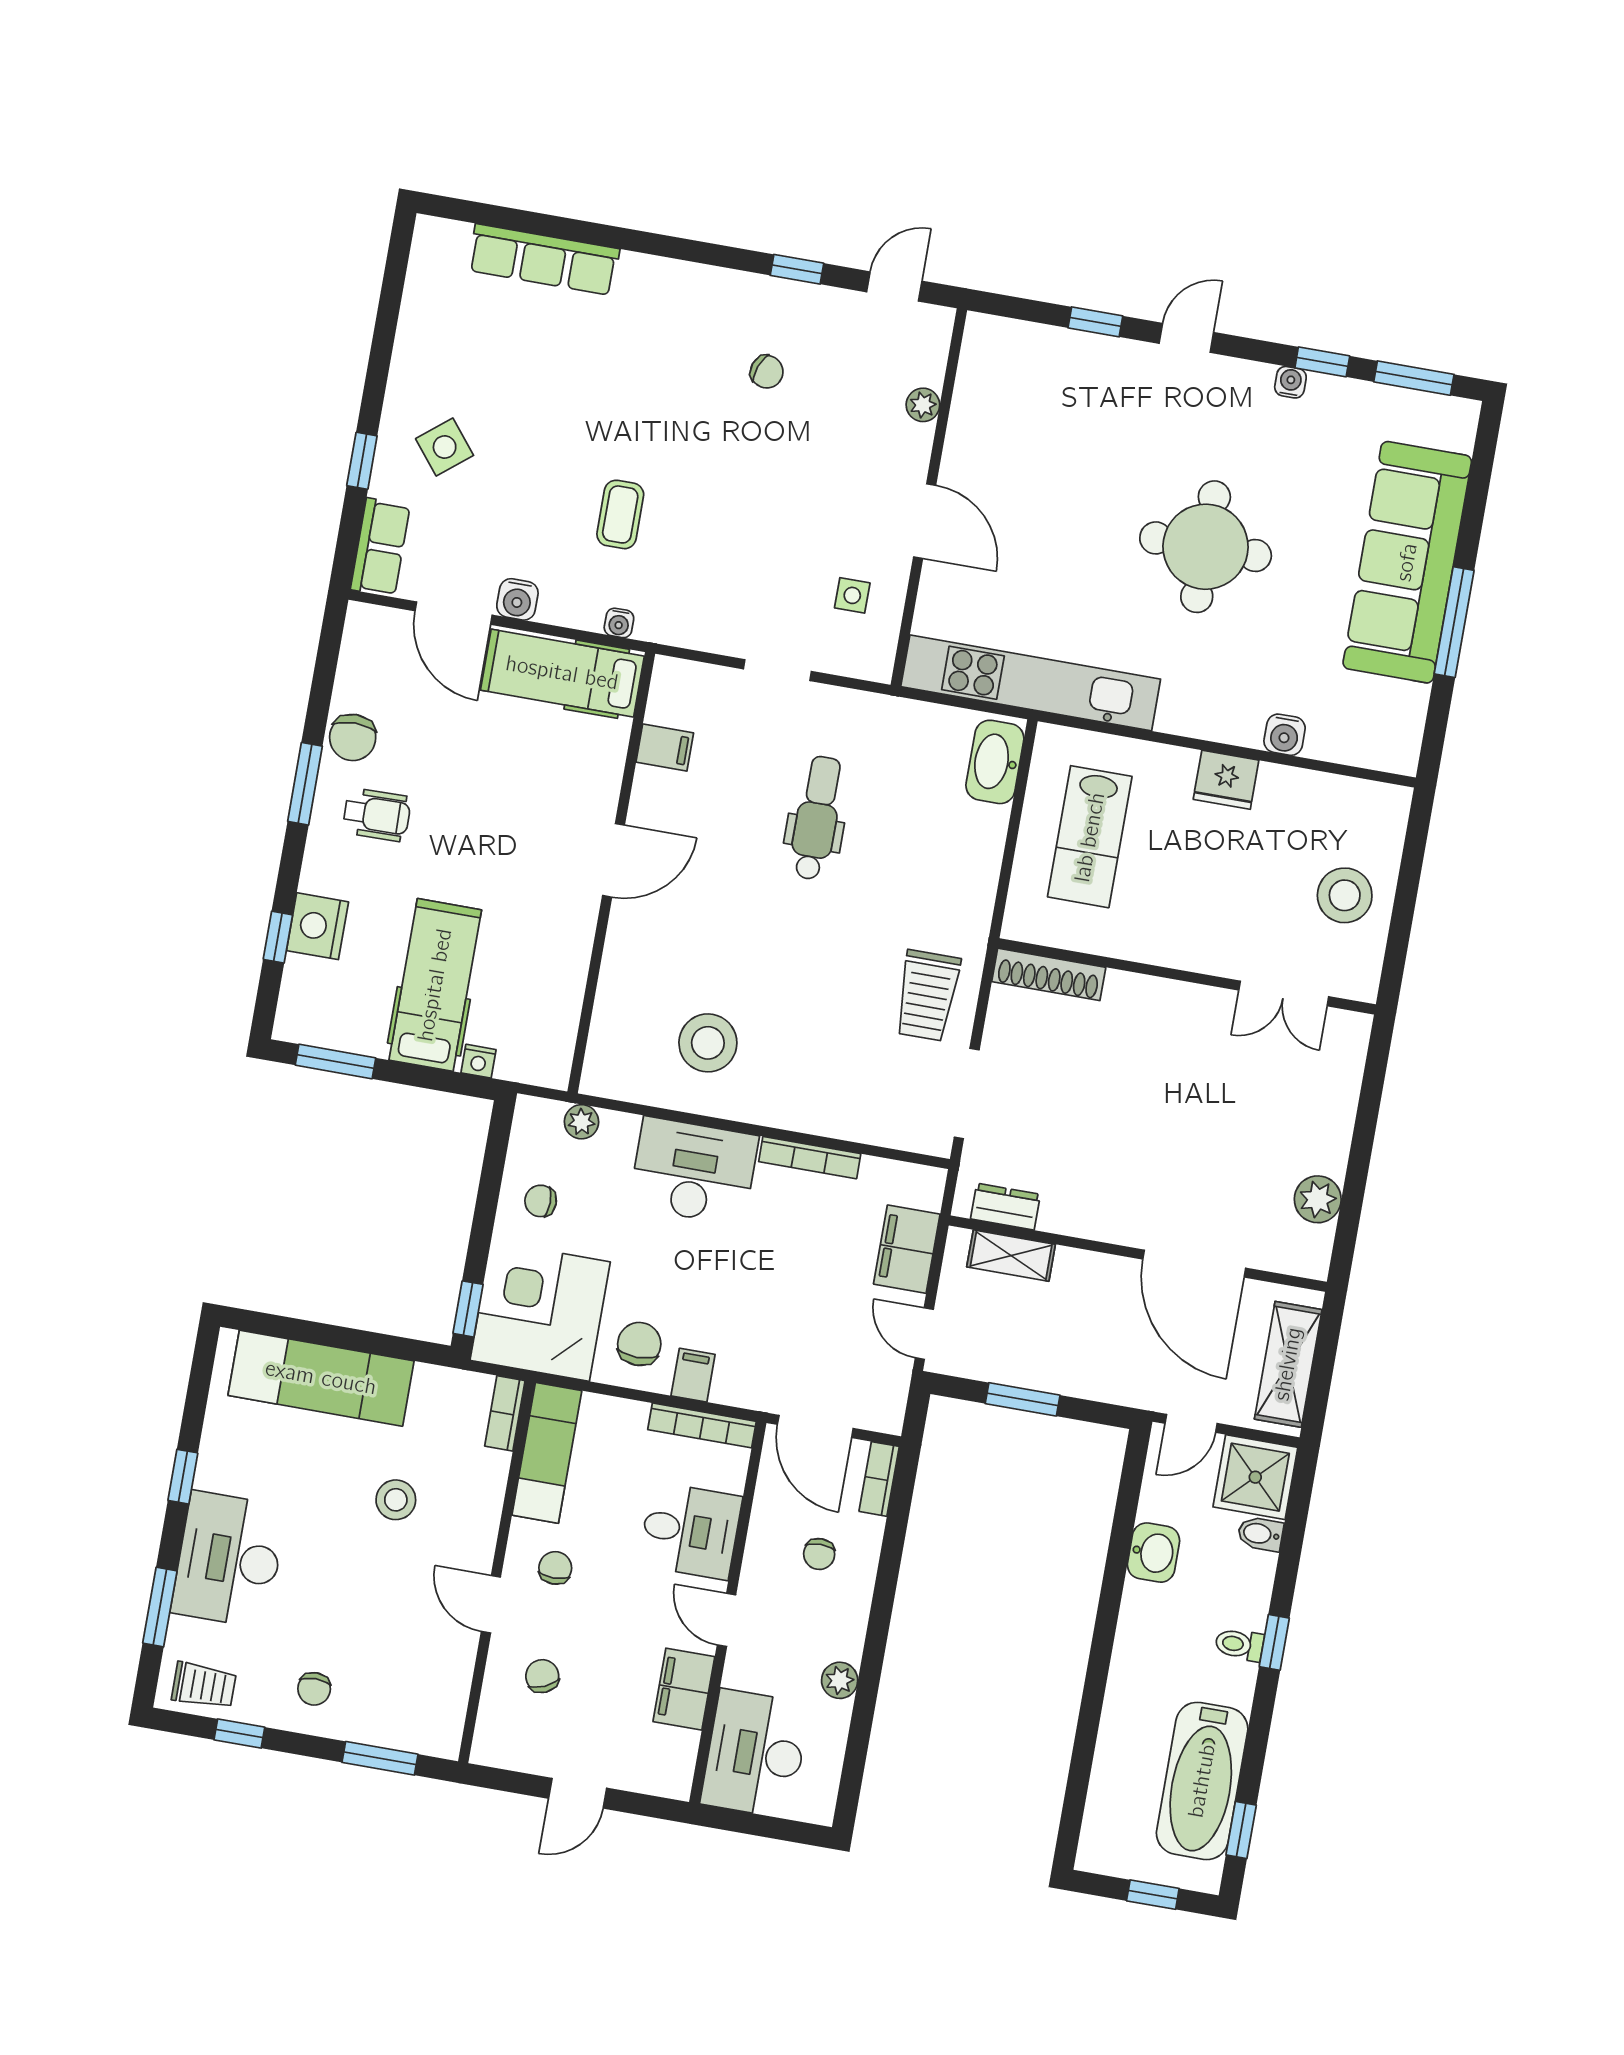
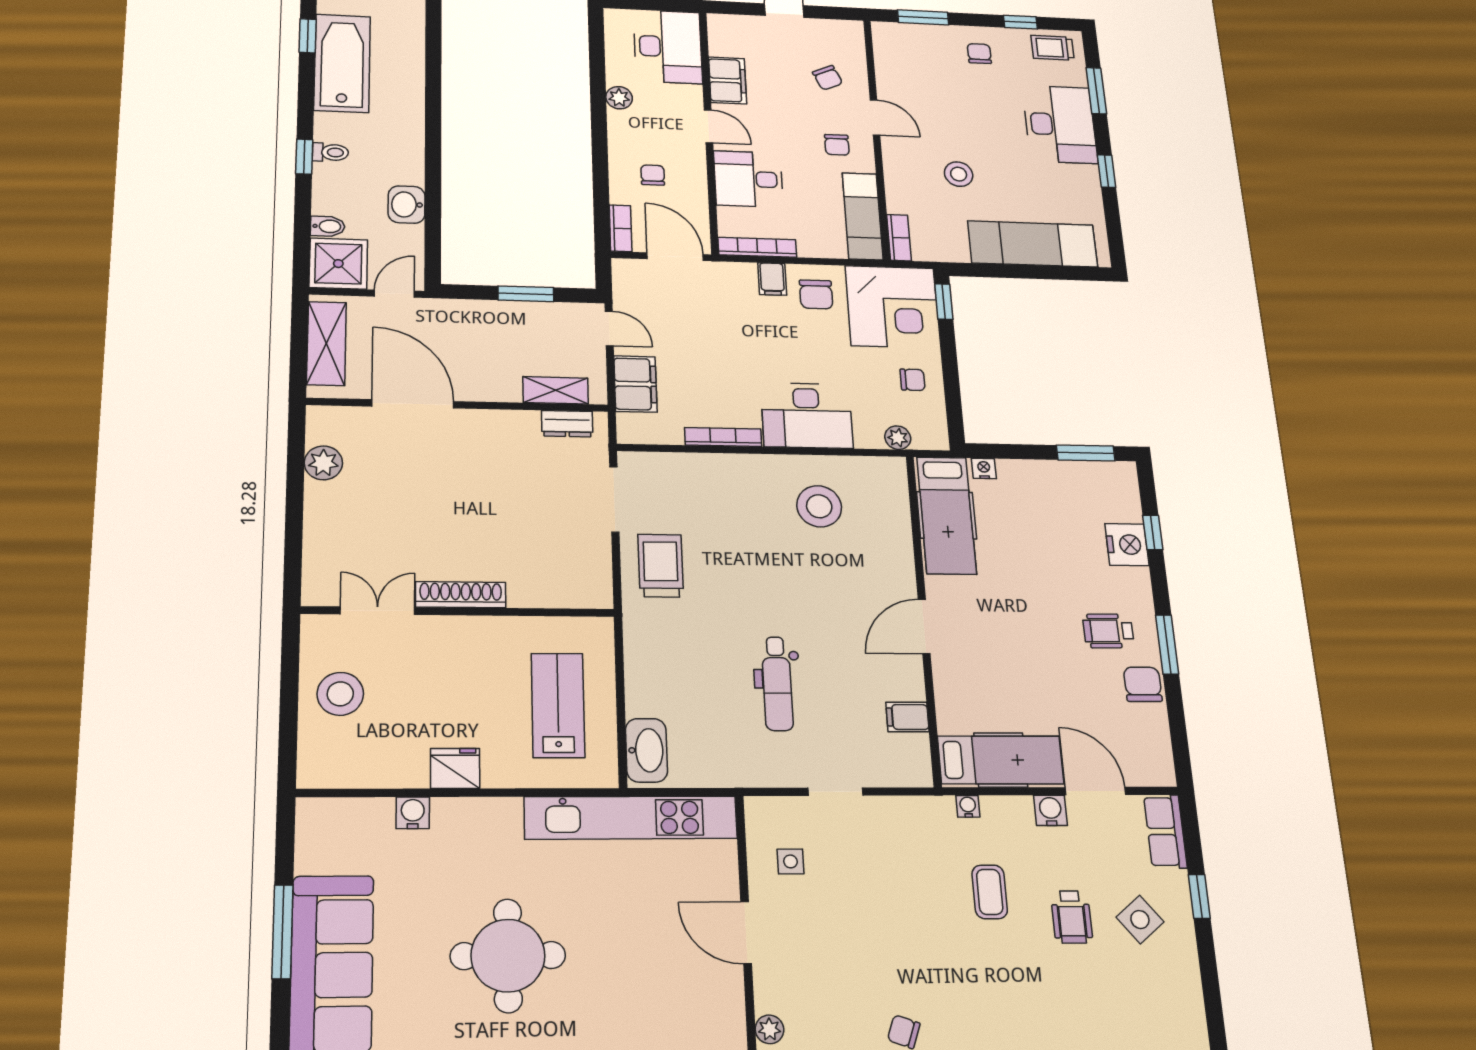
wheelchair: (528, 466) -> (1072, 917), added
shoe rack: (1049, 974) -> (461, 595), moved
hospital bed: (435, 985) -> (947, 515), moved

